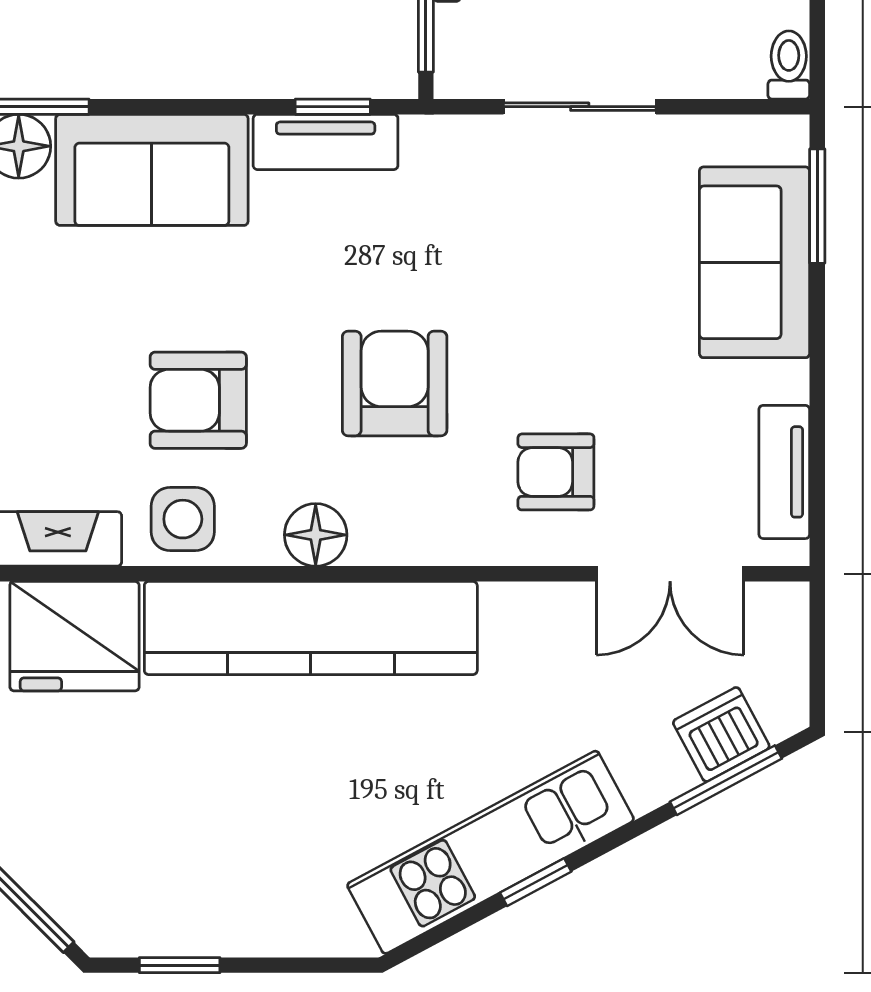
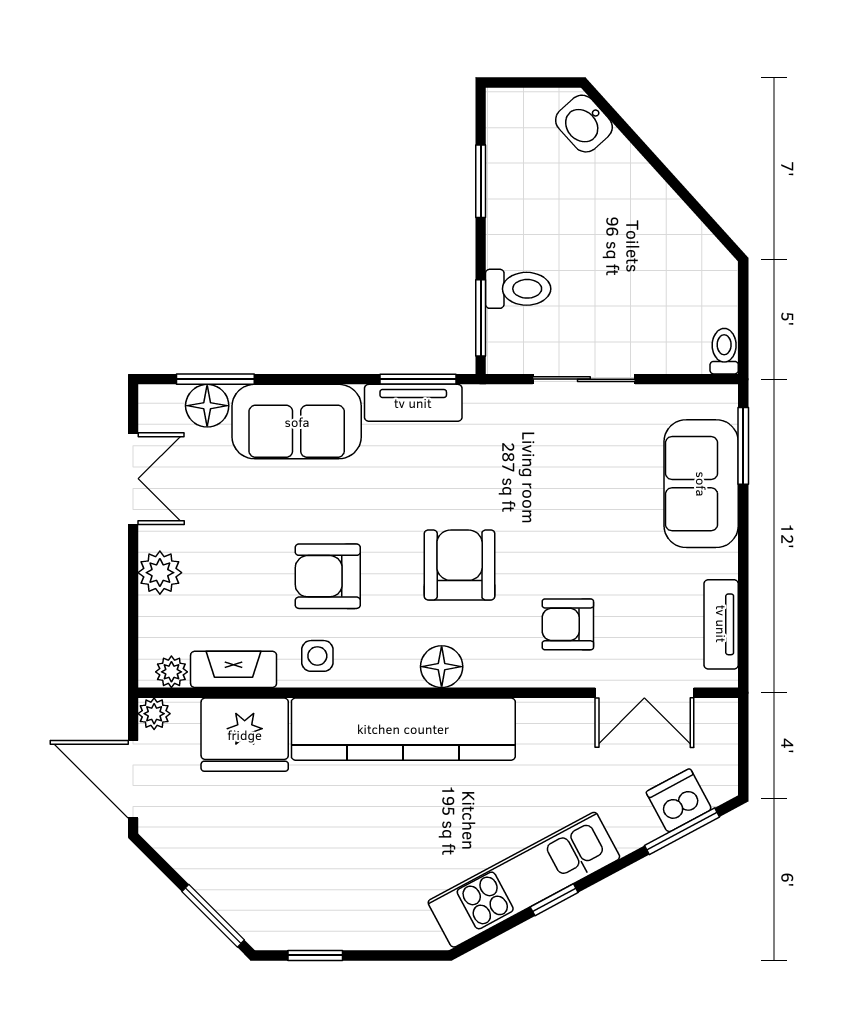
window: (333, 107) -> (418, 379), width x1.50
side table: (183, 519) -> (317, 656), width x0.73, depth x0.73
floor lamp: (316, 535) -> (442, 667), moved

